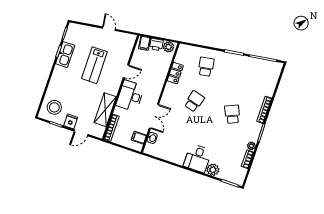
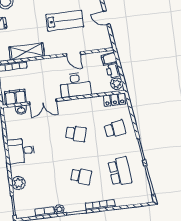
door: (109, 29) -> (106, 18), swing flipped
lab bench: (94, 65) -> (65, 21), turned 180
locker: (175, 73) -> (115, 100), moved
school desk: (244, 80) -> (120, 171), added
desk: (130, 96) -> (75, 85), moved, turned 180
school desk: (232, 114) -> (81, 176), turned 42
filing cabinet: (139, 138) -> (15, 97), width x2.00
desk: (198, 158) -> (21, 151), moved

